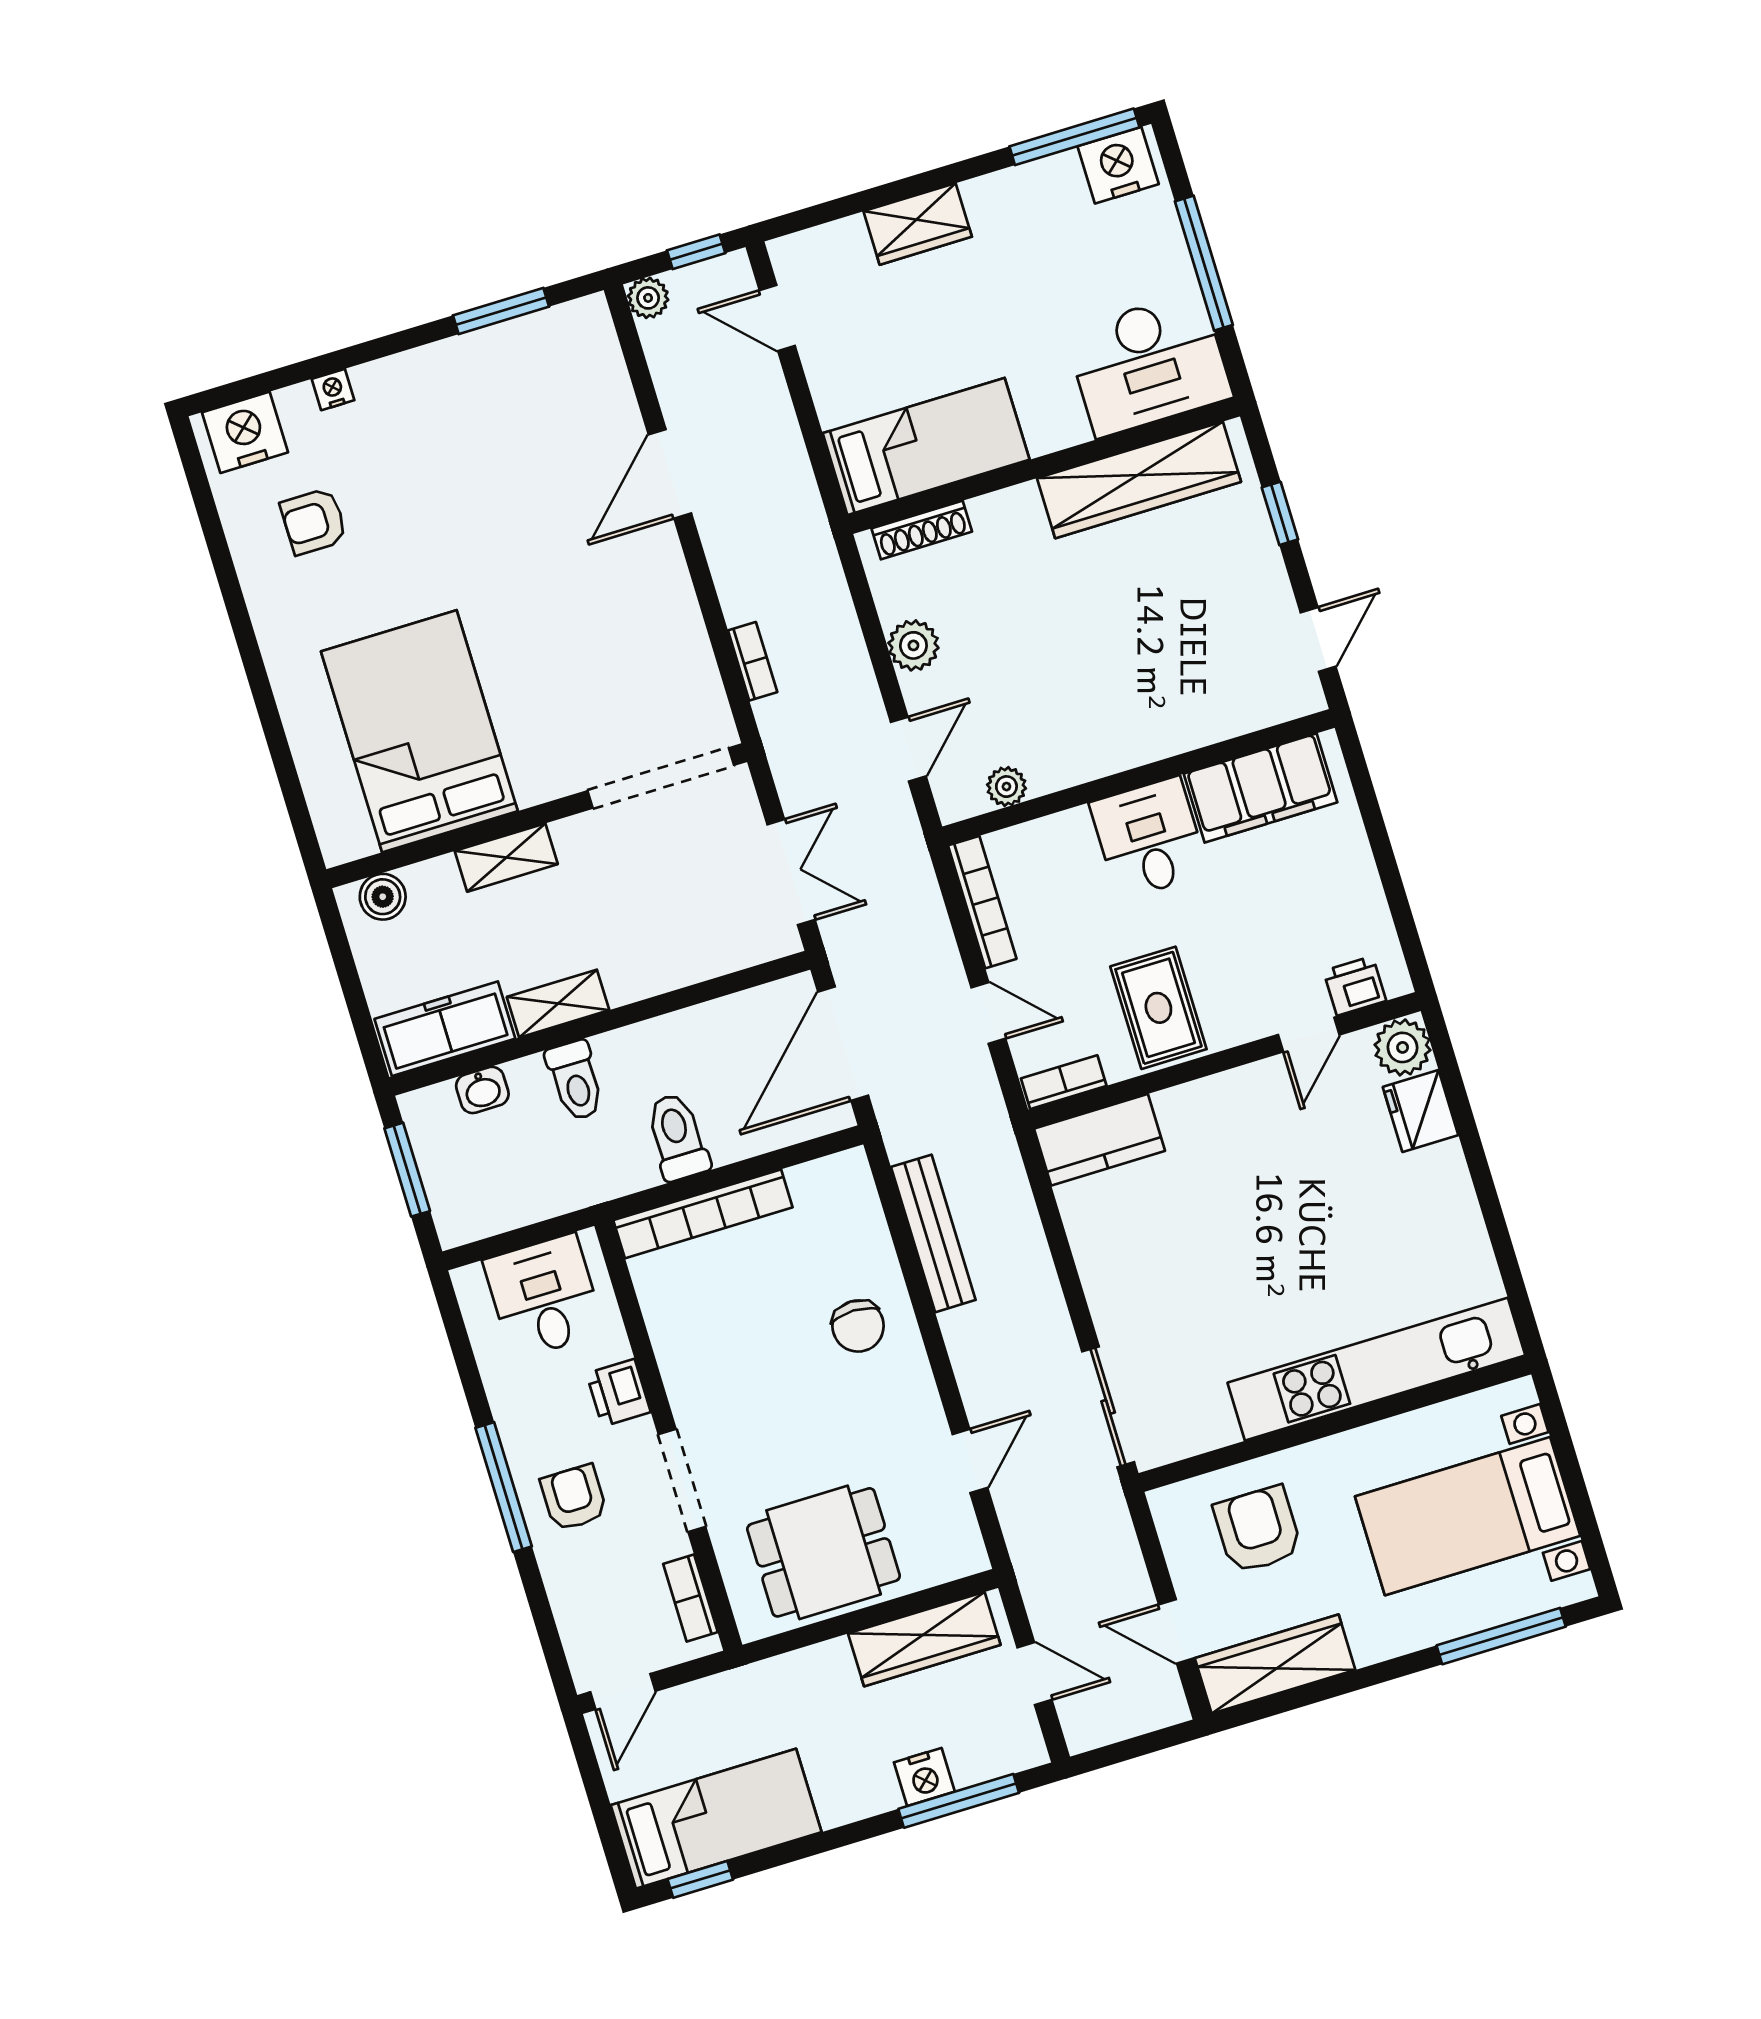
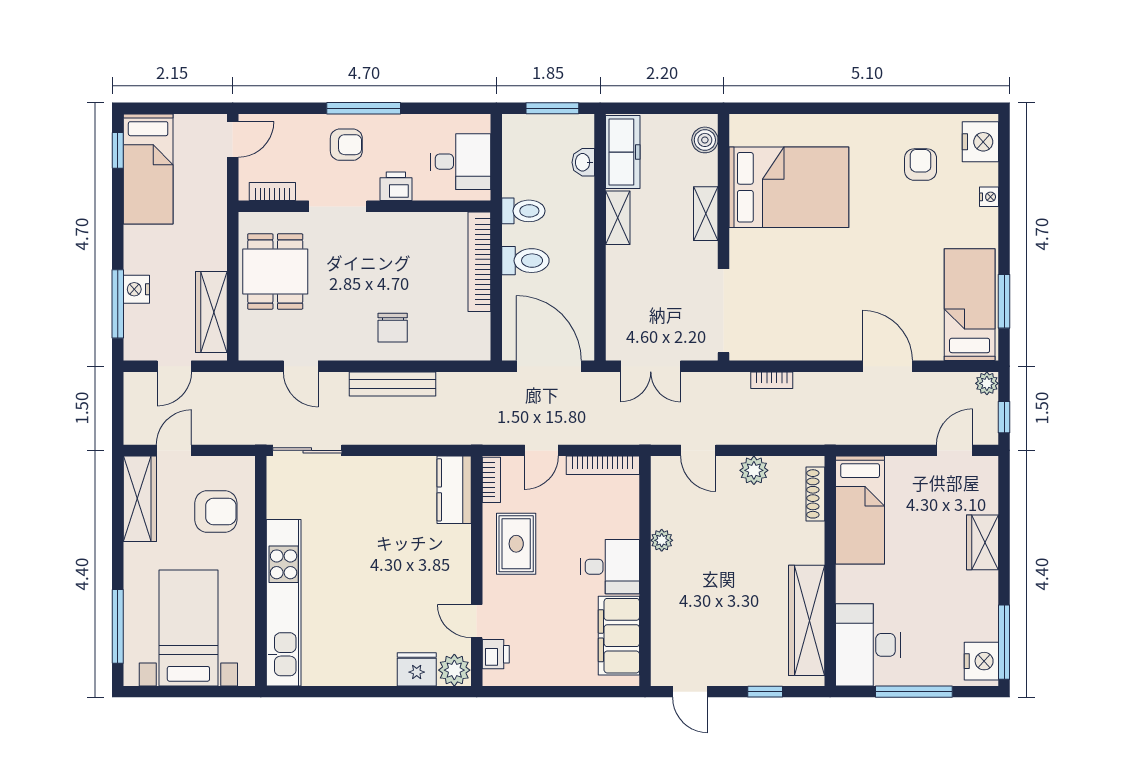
bed: (524, 367) -> (970, 305), added
plant: (1006, 787) -> (662, 540), moved
rug: (1158, 1008) -> (516, 544), turned 90
toilet: (575, 1080) -> (523, 211), moved, turned 180
bench: (933, 1233) -> (392, 384), moved
chair: (858, 1326) -> (393, 328), turned -90
door: (623, 1692) -> (233, 139), swing flipped

